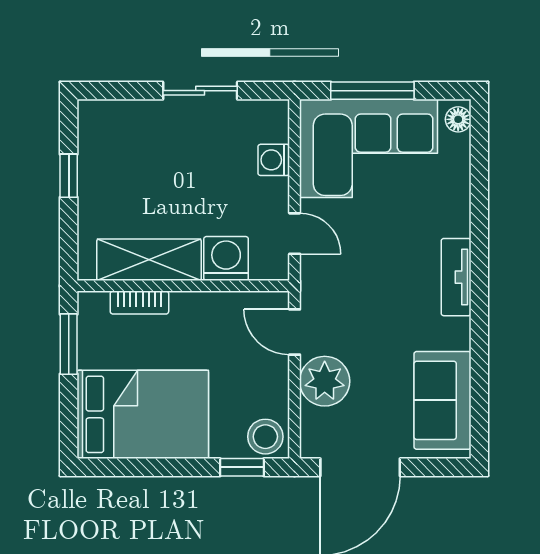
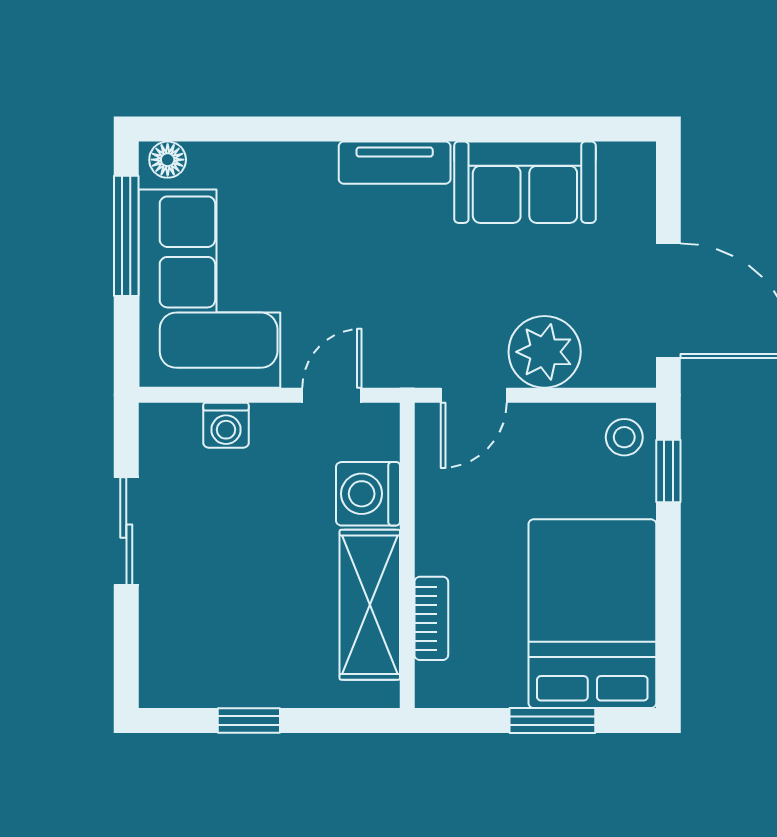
window: (372, 91) -> (126, 236), moved
window: (69, 344) -> (552, 720), moved
sofa: (443, 400) -> (525, 182), moved
stool: (265, 437) -> (624, 437), width x0.73, depth x0.73

